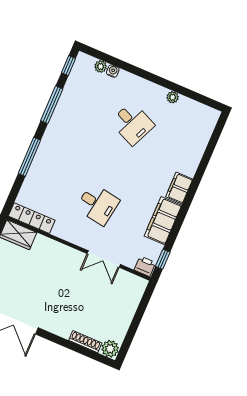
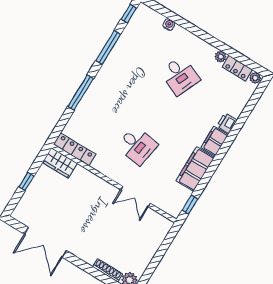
plant: (101, 67) -> (255, 78), moved
locker: (192, 107) -> (237, 68), added
printer: (145, 266) -> (227, 123), moved, turned -90

